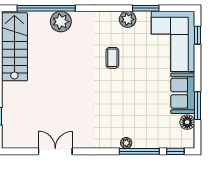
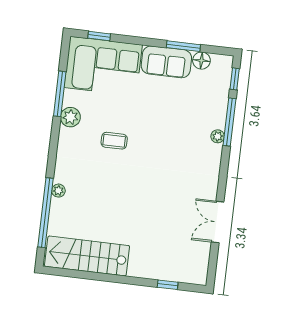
window: (146, 8) -> (60, 94), width x1.44
plant: (61, 22) -> (58, 191), width x0.53, depth x0.53

